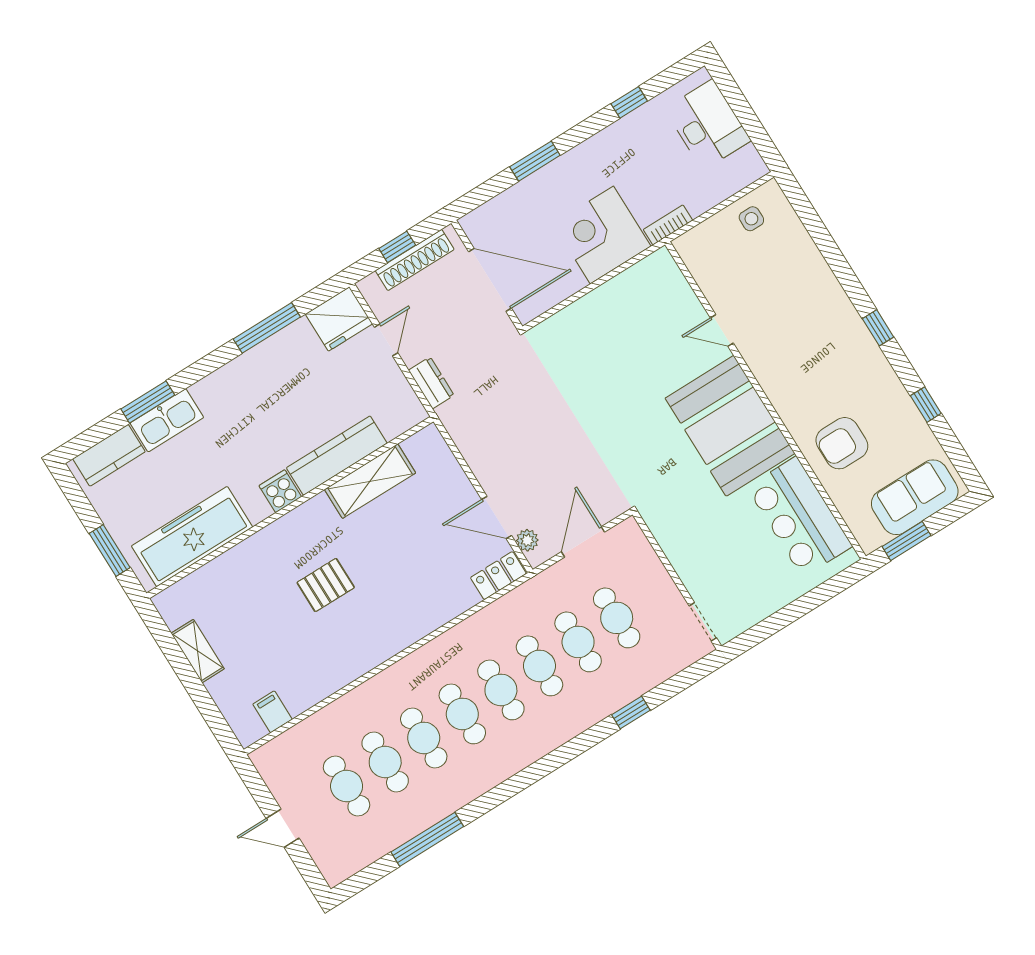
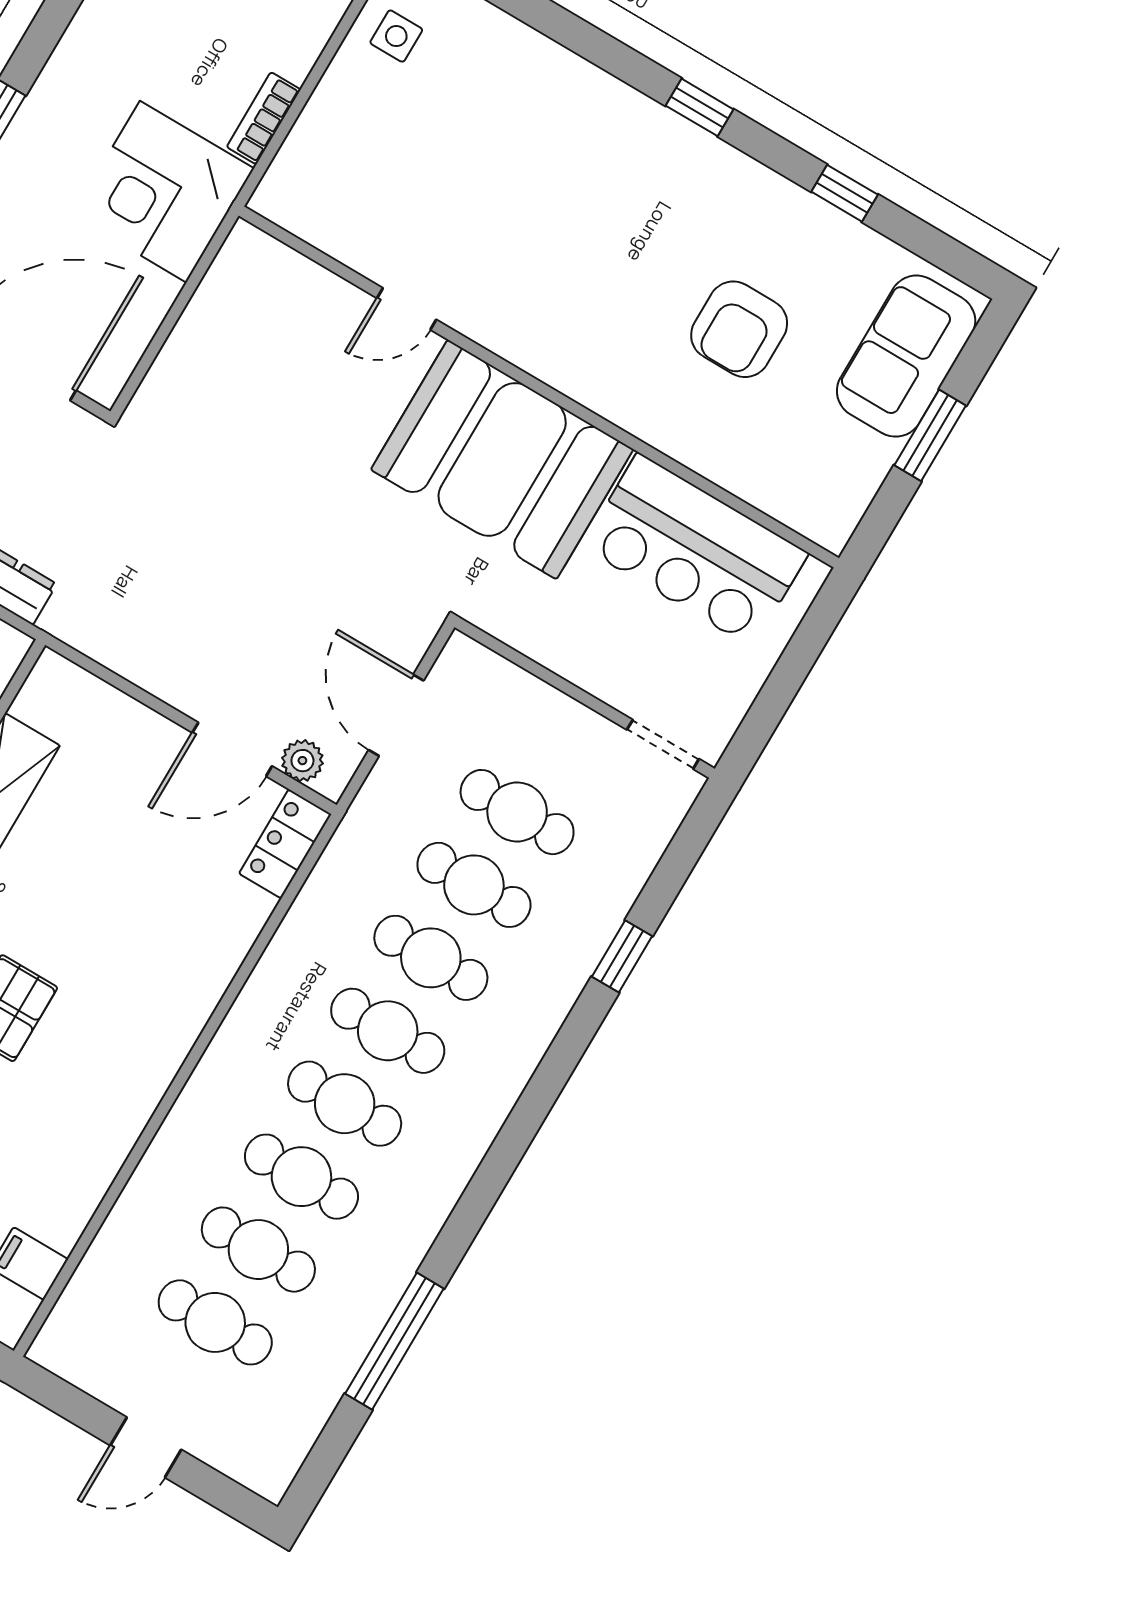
door: (722, 330) -> (407, 309), moved
wall: (765, 400) -> (539, 387), moved
booth: (730, 426) -> (502, 459), moved
bar counter: (799, 517) -> (695, 550), moved

